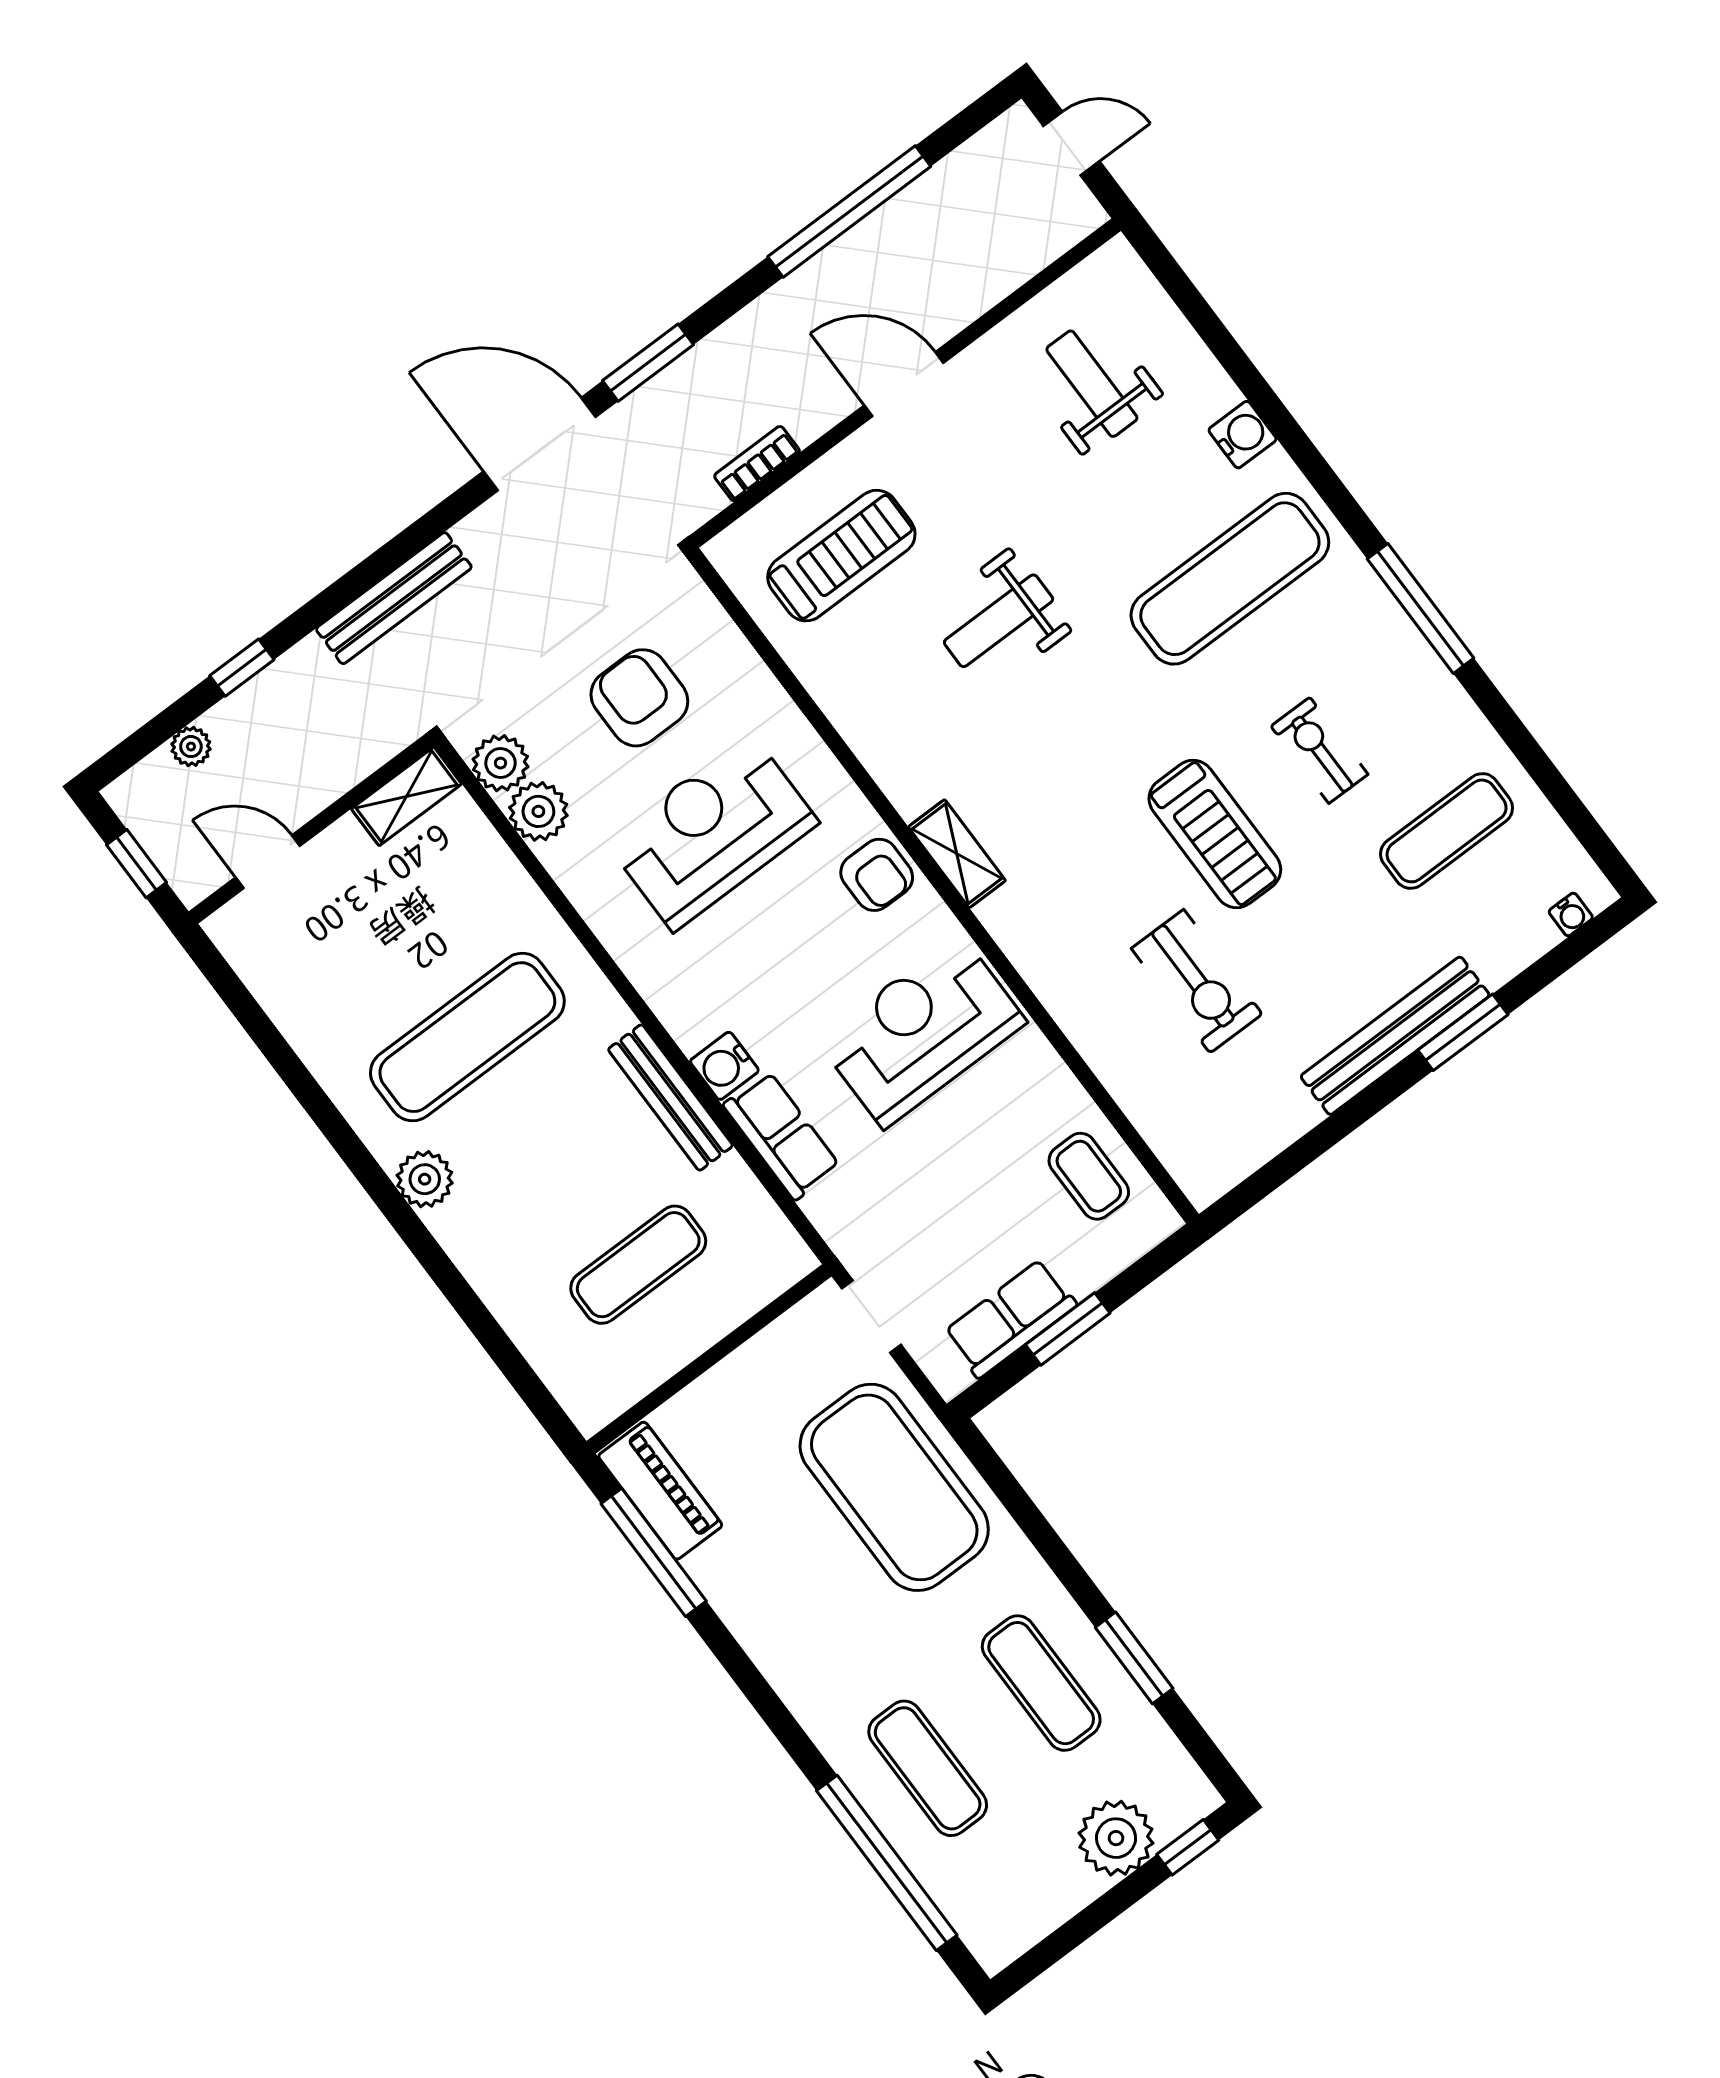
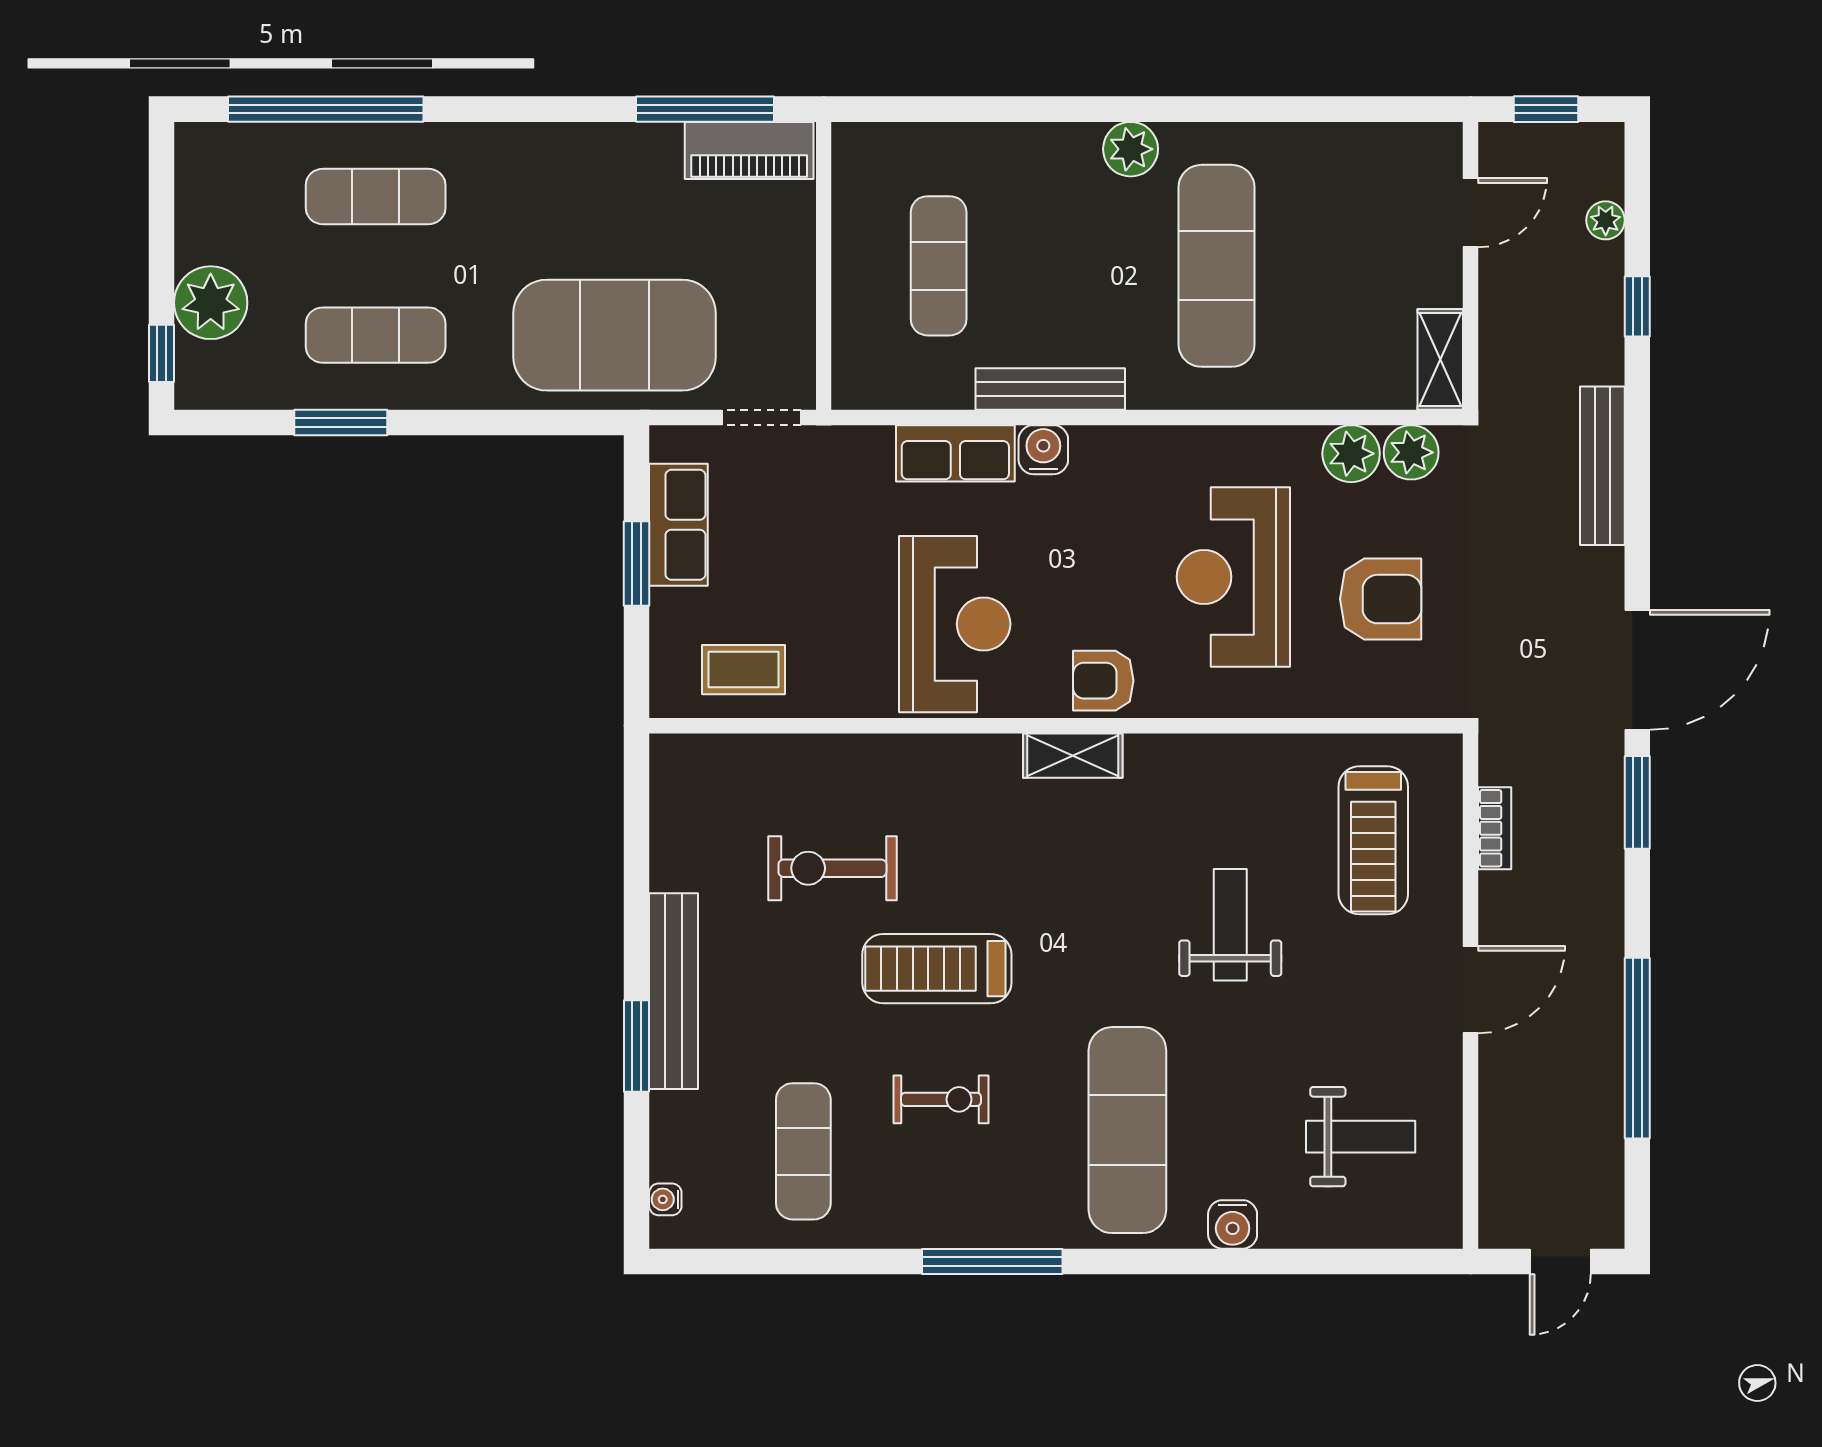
reception desk: (712, 832) -> (1233, 577), turned 180

